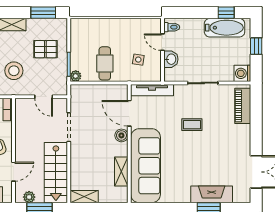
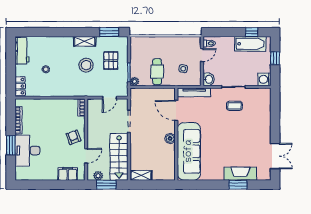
door: (162, 42) -> (202, 55), swing flipped
pallet: (45, 49) -> (111, 61), turned 90
washbasin: (171, 59) -> (209, 79), moved
stool: (14, 71) -> (86, 65), moved
door: (44, 97) -> (109, 98), hinge flipped
piano: (243, 106) -> (265, 105), removed
coffee table: (192, 125) -> (234, 106), moved
boiler: (121, 135) -> (170, 138), moved
shelving: (121, 172) -> (170, 156), removed

